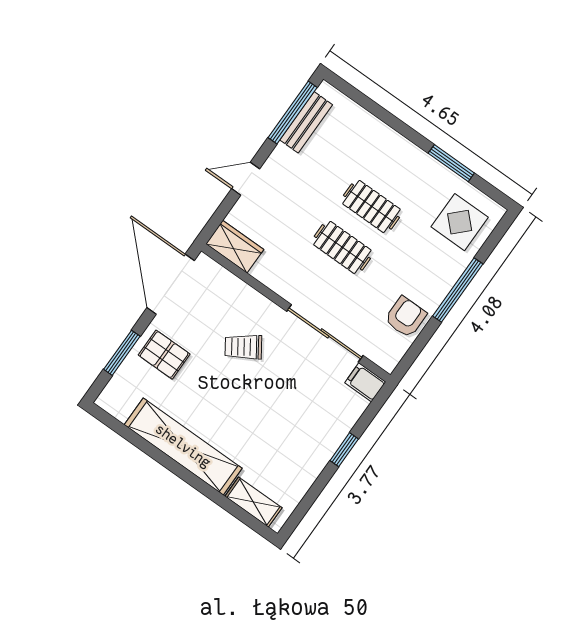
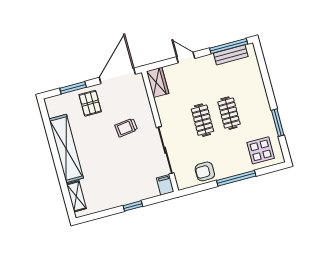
armchair: (406, 317) -> (205, 171), turned 180
trolley: (243, 347) -> (126, 128), turned -63

